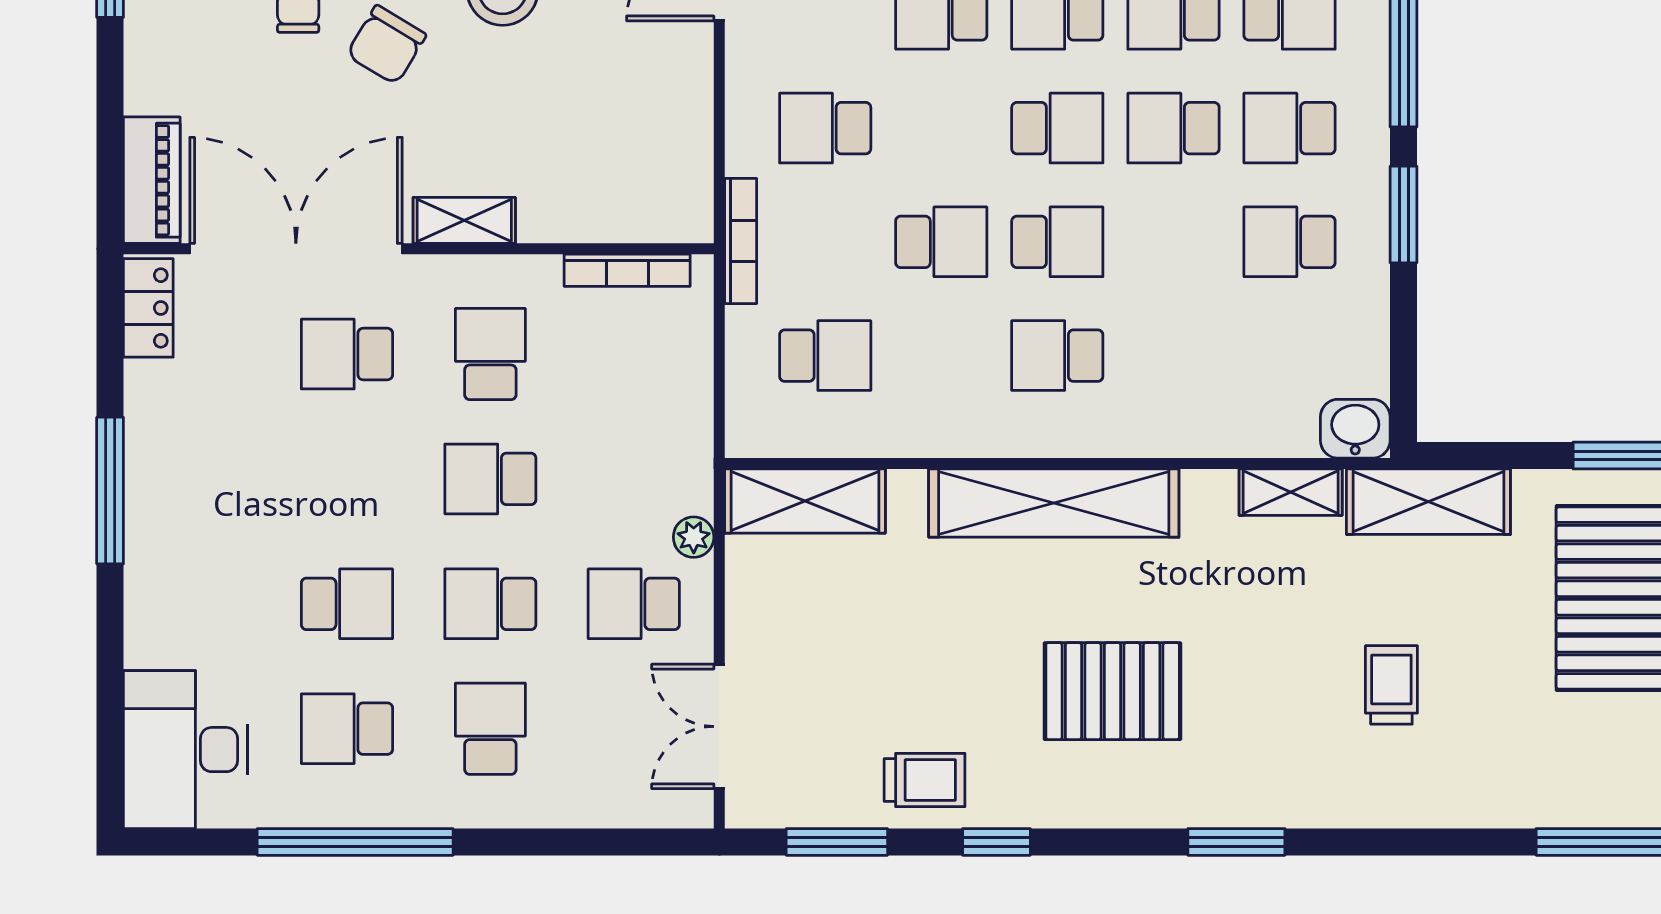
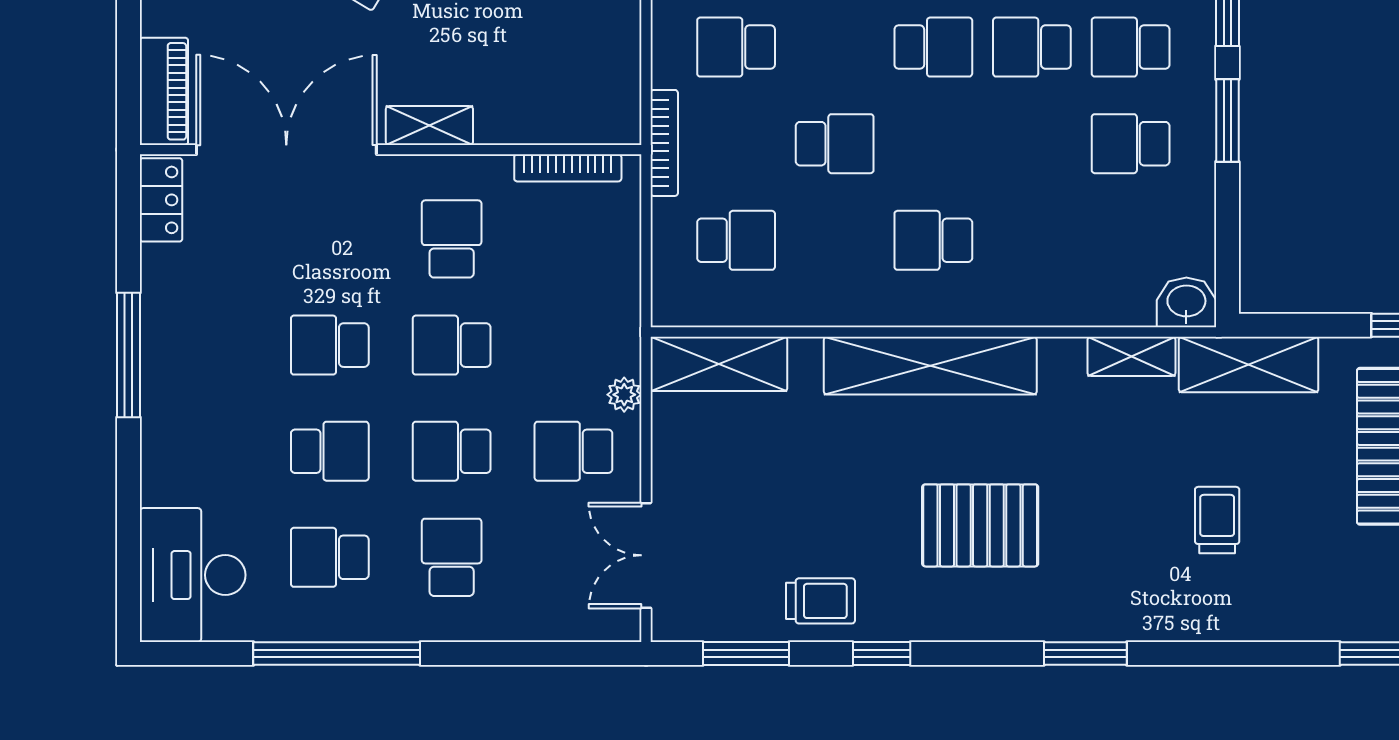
school desk: (1057, 242) -> (933, 144), removed
school desk: (347, 354) -> (330, 345), moved

